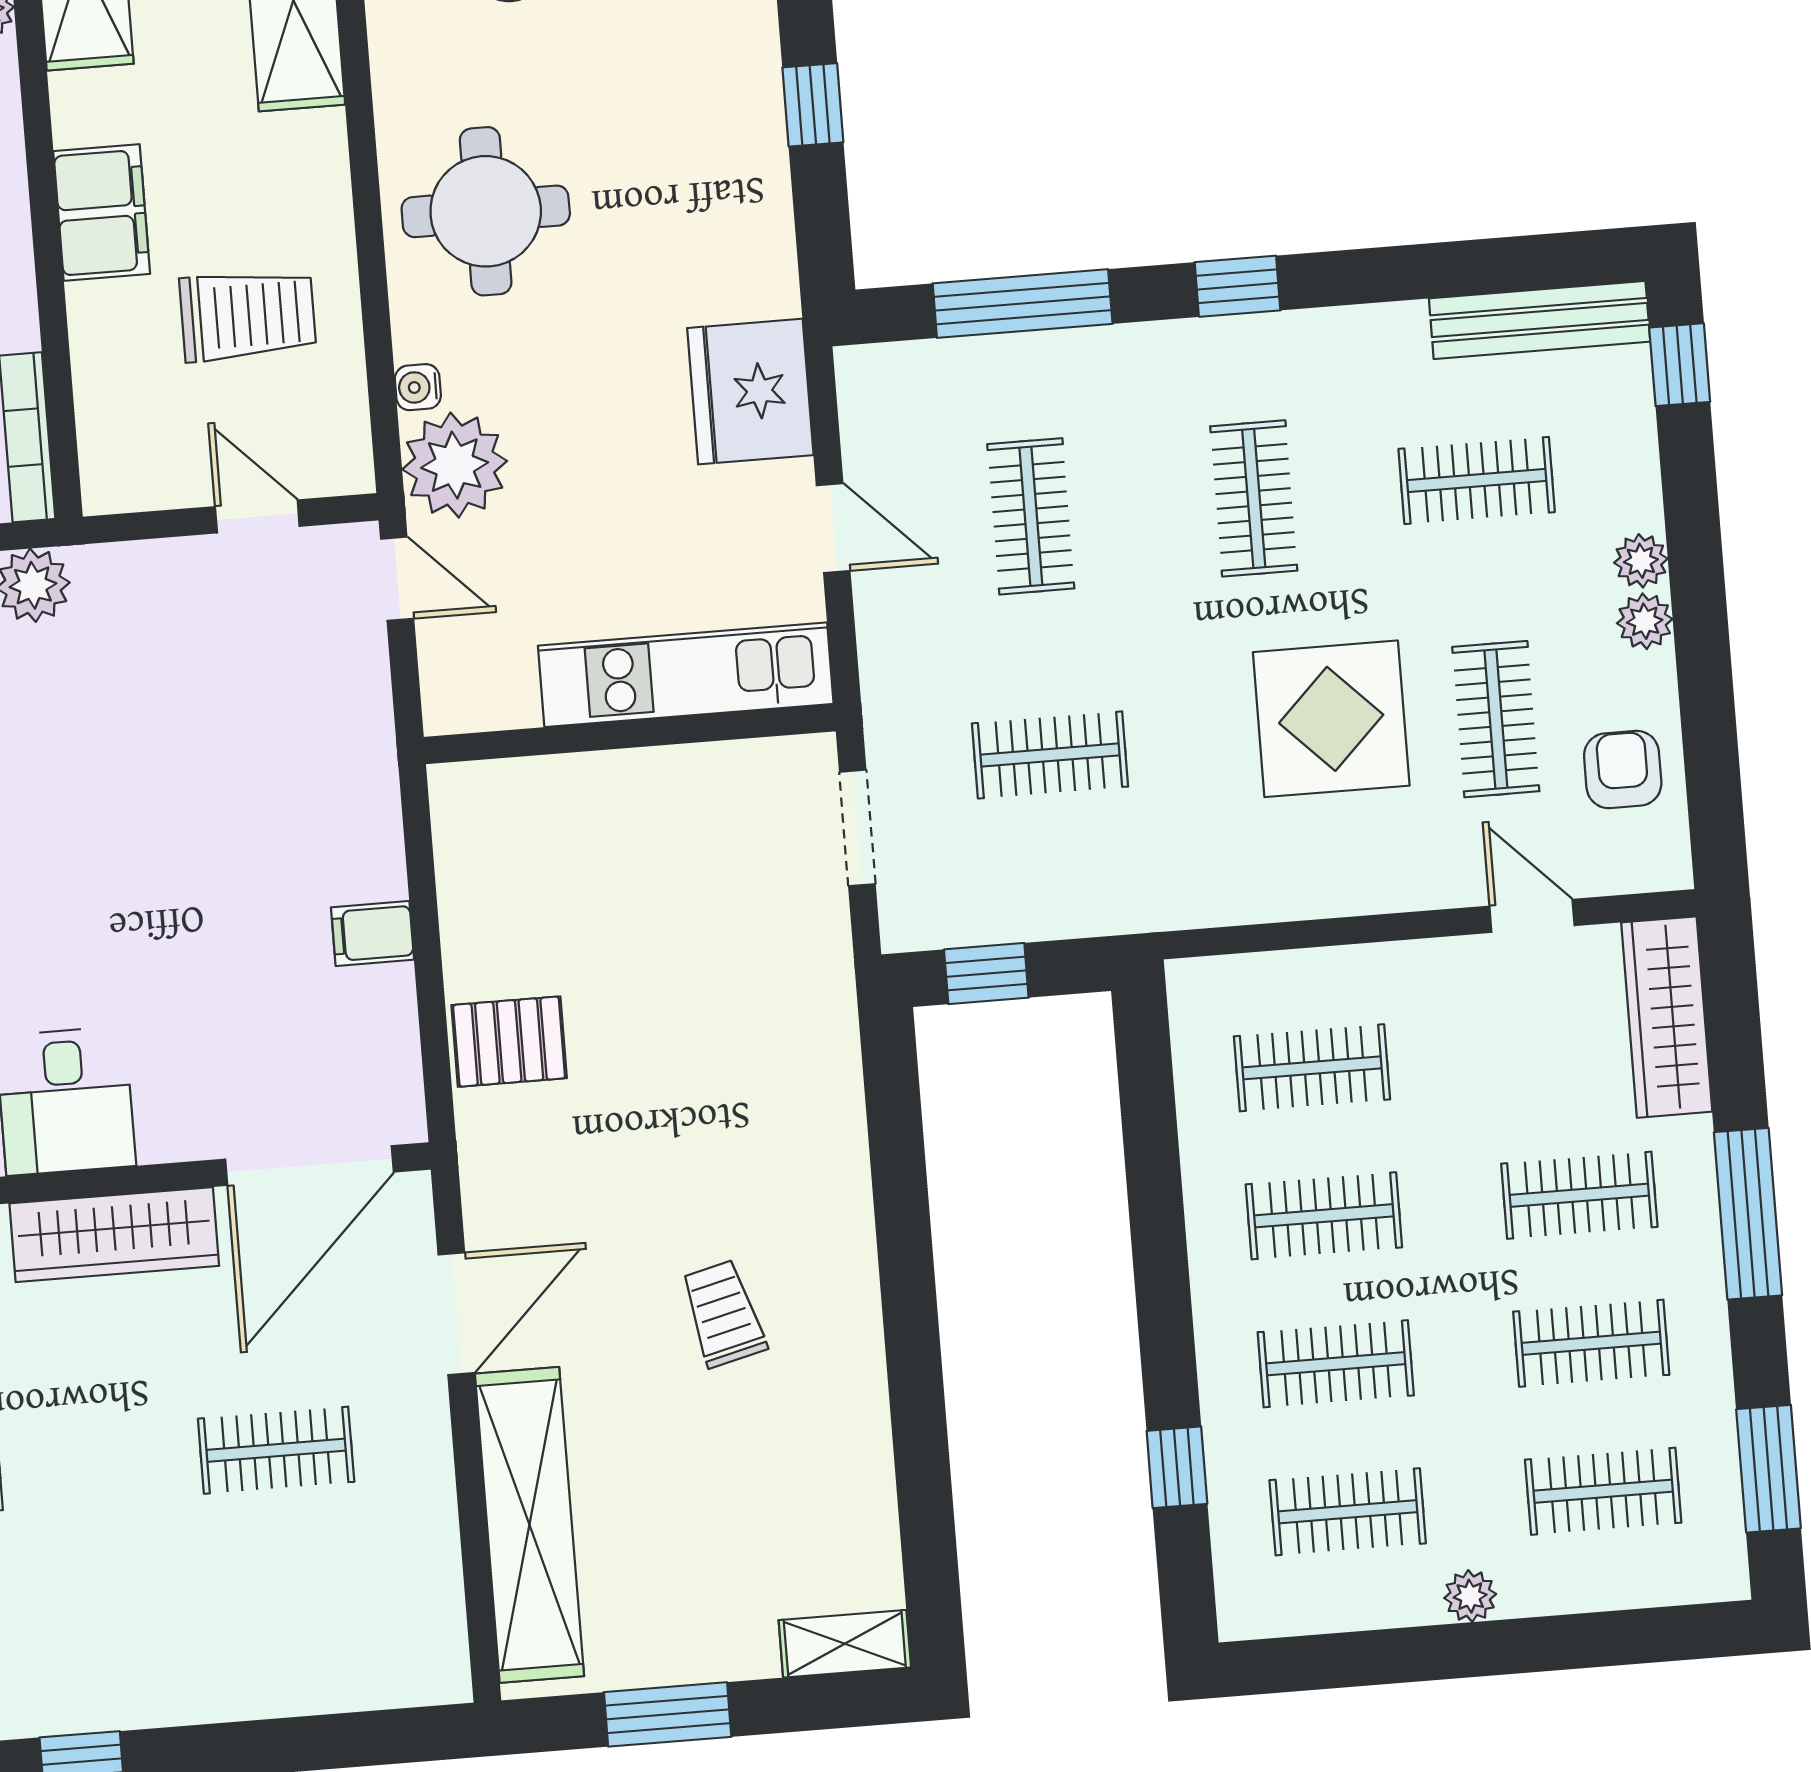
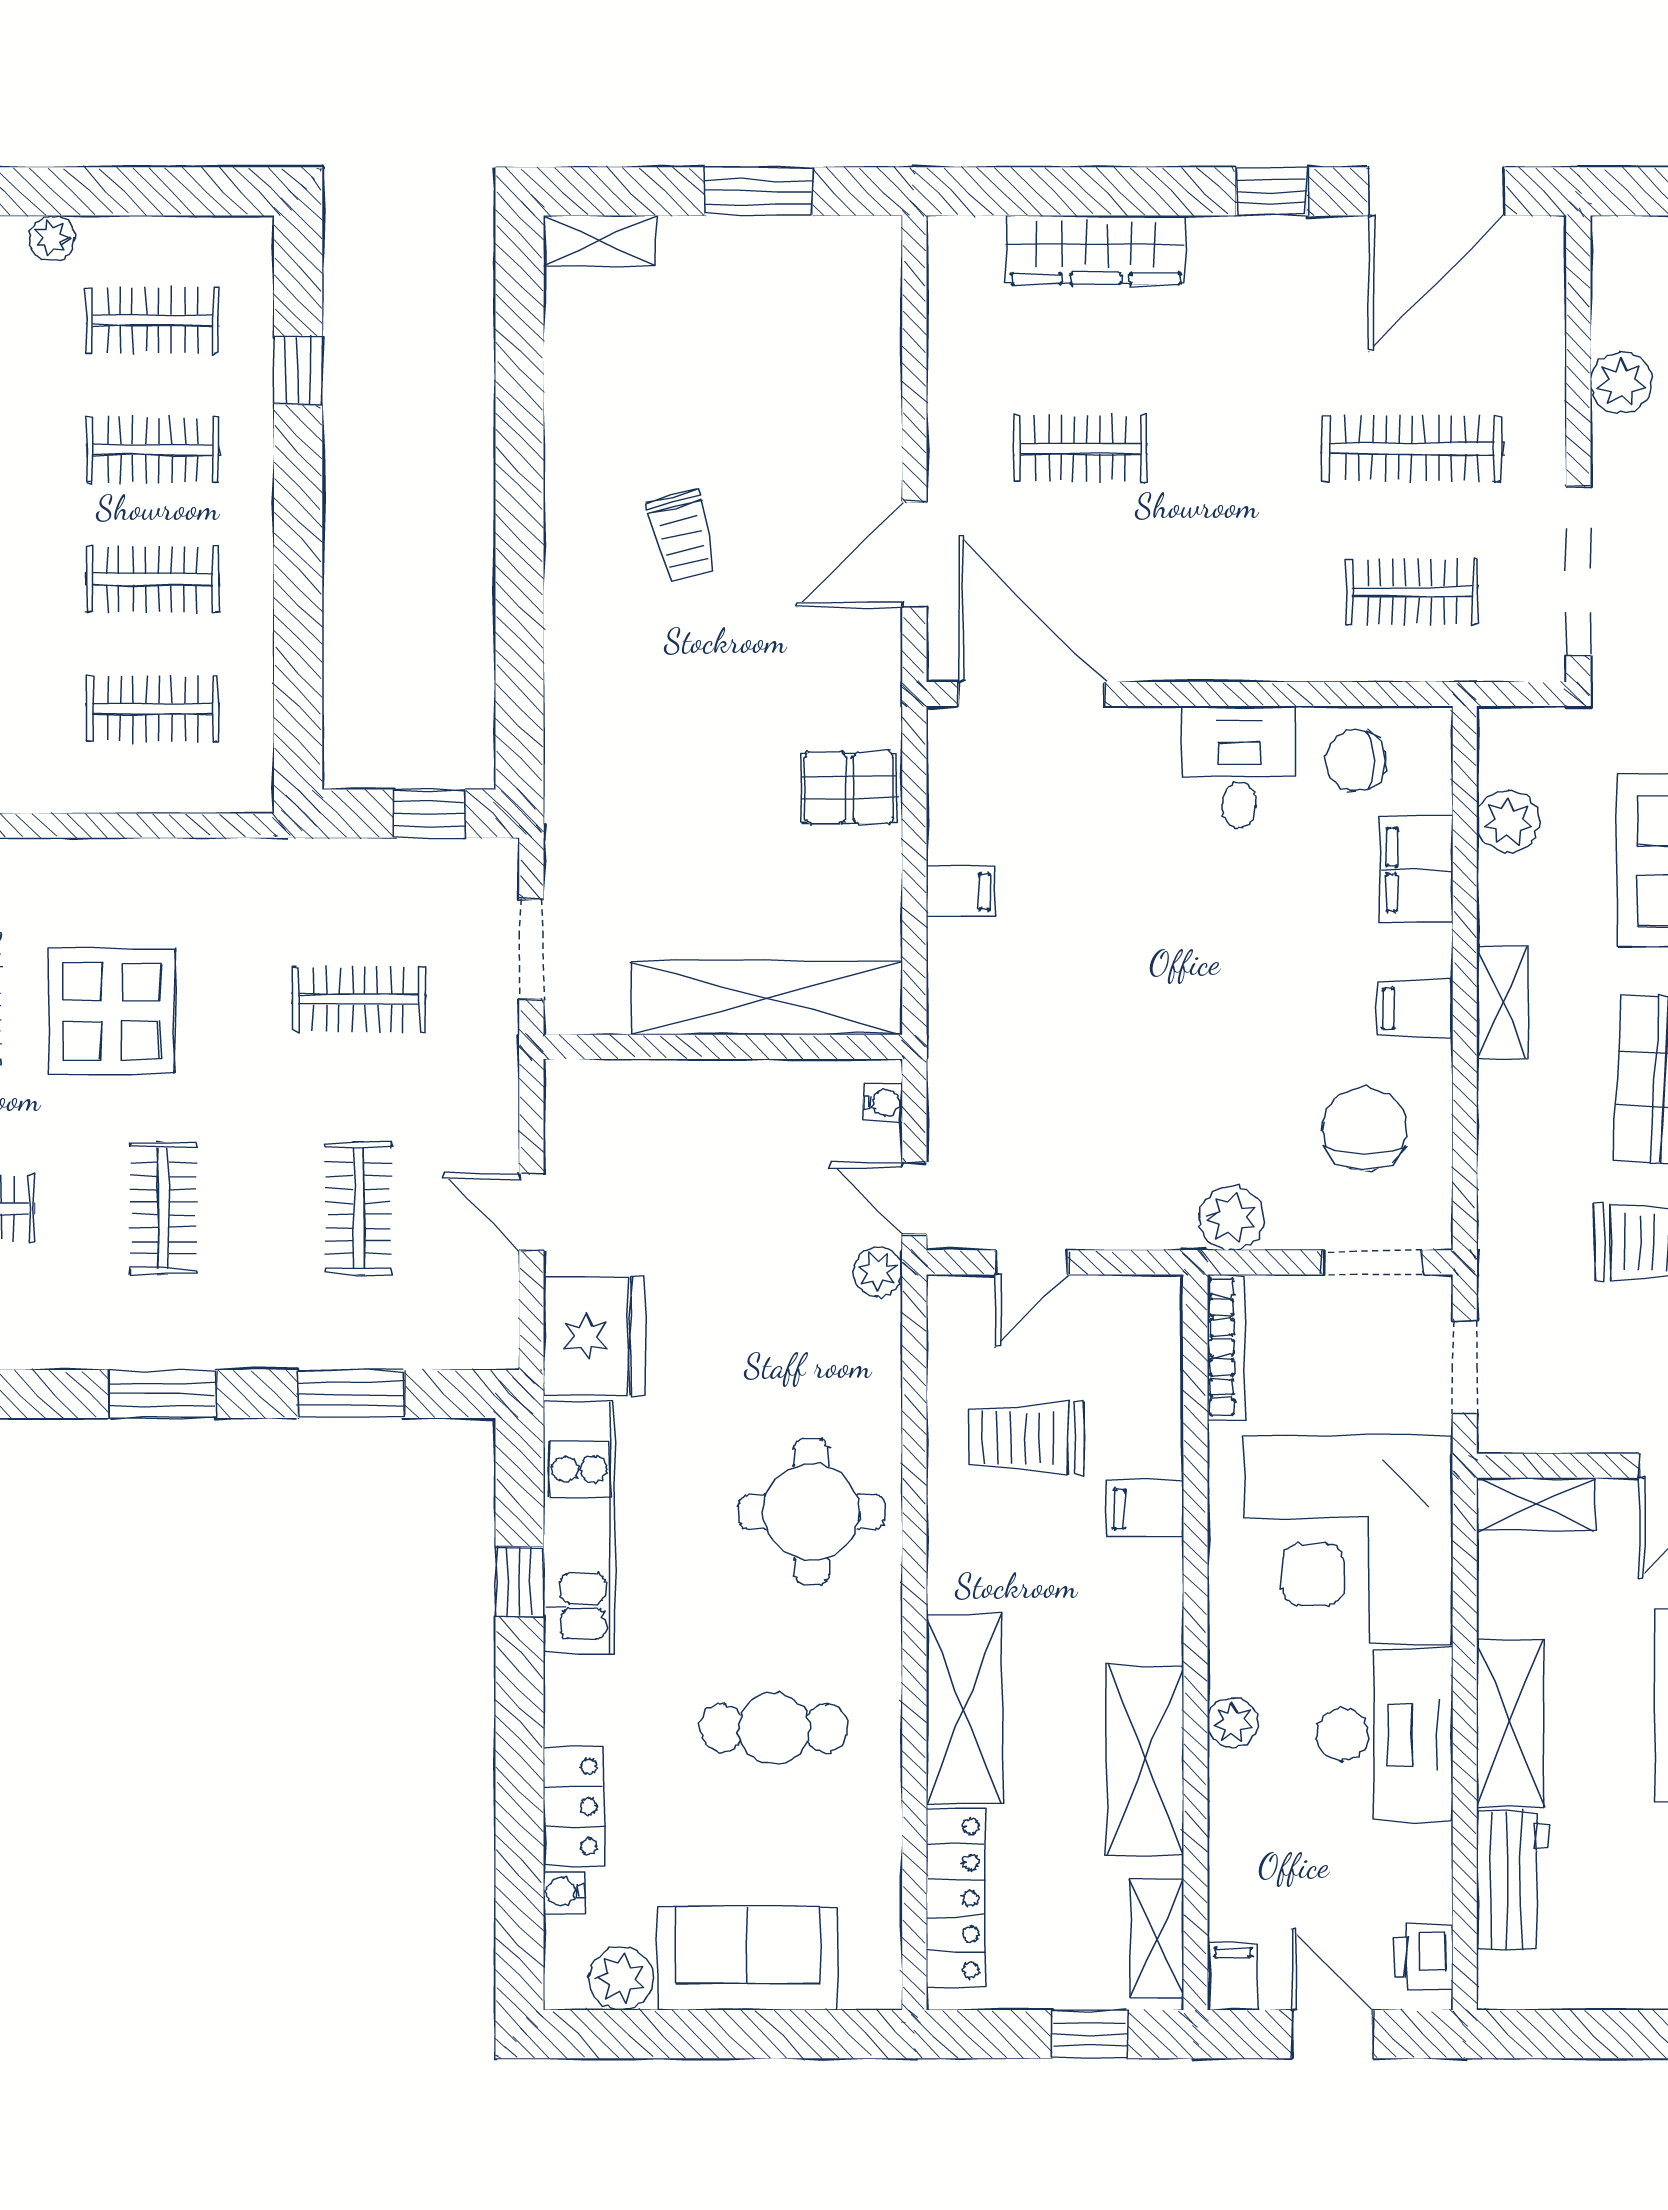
filing cabinet: (102, 213) -> (1146, 1509), width x0.50
window: (1238, 286) -> (163, 1394), width x1.50
window: (1023, 304) -> (351, 1394), width x0.69
water cooler: (418, 387) -> (883, 1103), moved
plant: (455, 465) -> (878, 1272), width x0.53, depth x0.53
door: (257, 516) -> (1032, 1262), hinge flipped
kitchen unit: (686, 675) -> (579, 1528), moved, turned -90
door: (310, 1166) -> (1032, 694), hinge flipped
wardrobe: (114, 1235) -> (1096, 250), moved, turned 180
shelving: (529, 1525) -> (767, 998), moved, turned 90

